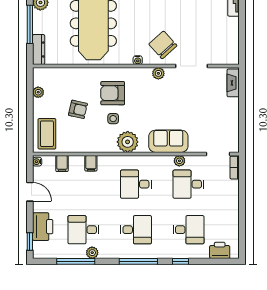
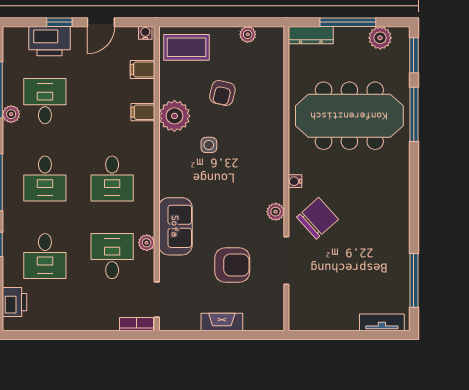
fireplace: (233, 83) -> (222, 322), moved
armchair: (113, 93) -> (232, 265), moved, turned 90
plant: (128, 142) -> (174, 116), moved
desk: (136, 184) -> (112, 179), turned 180
window: (30, 242) -> (59, 22), moved

